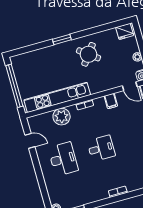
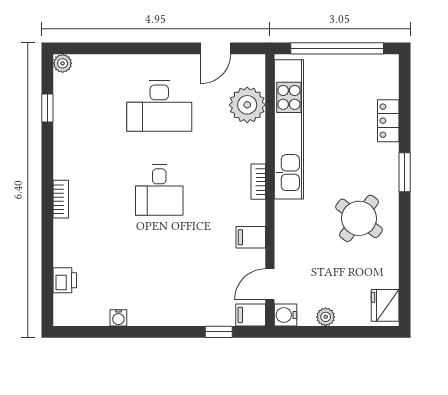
locker: (41, 53) -> (388, 121), added
plant: (62, 117) -> (247, 105), moved

